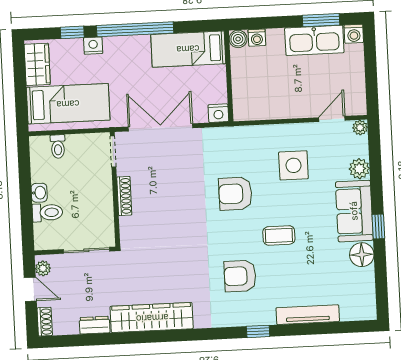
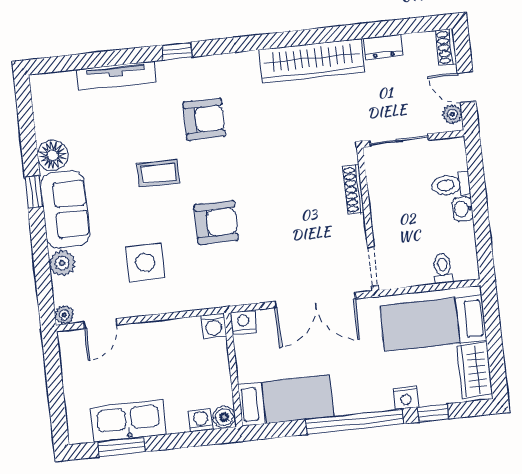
washing machine: (354, 34) -> (214, 326), moved, turned 180
shoe rack: (124, 196) -> (353, 190), moved

